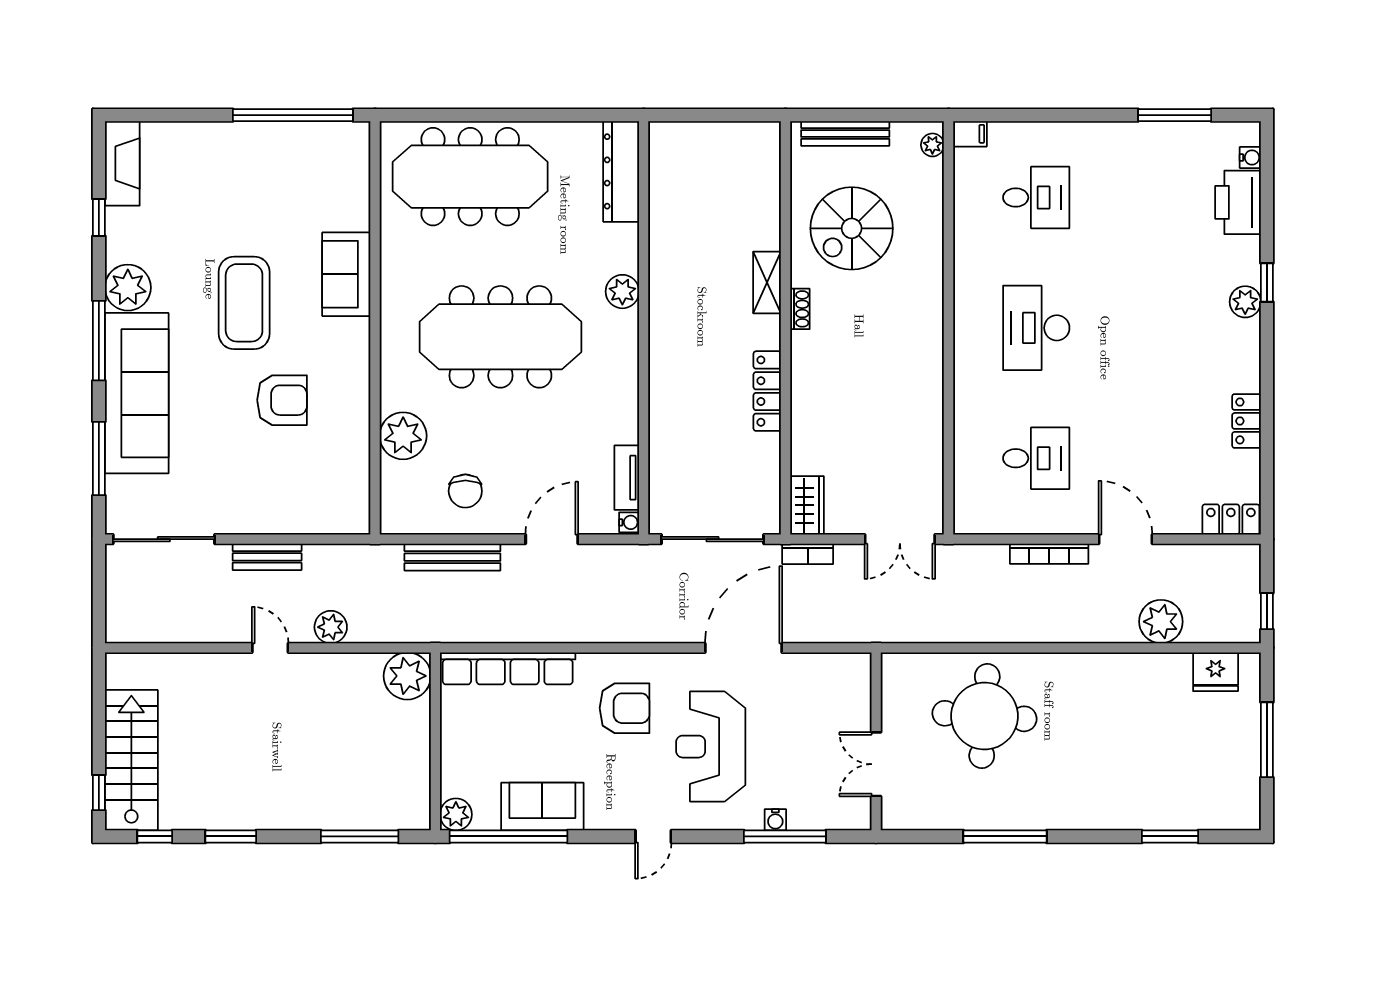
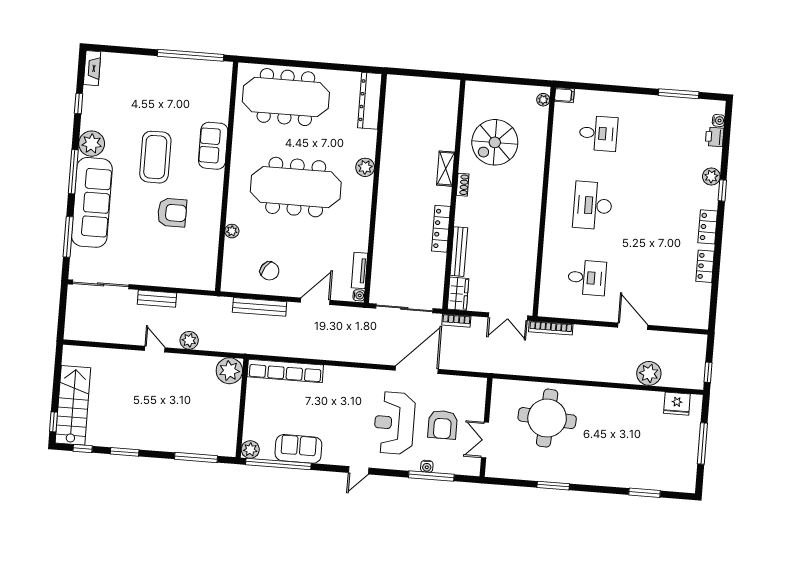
bench: (845, 133) -> (459, 252), moved, turned 90
fireplace: (122, 163) -> (92, 68), width x0.73, depth x0.76
printer: (1238, 202) -> (715, 137), width x0.53, depth x0.68
plant: (1245, 302) -> (711, 176), moved
plant: (403, 436) -> (232, 231), width x0.53, depth x0.53
chair: (465, 491) -> (270, 271), turned -57
locker: (1231, 519) -> (708, 227), moved, turned -90
bookcase: (1049, 554) -> (551, 328), moved
armchair: (625, 708) -> (443, 425), moved, turned 90
window: (1005, 836) -> (553, 486), width x0.69

